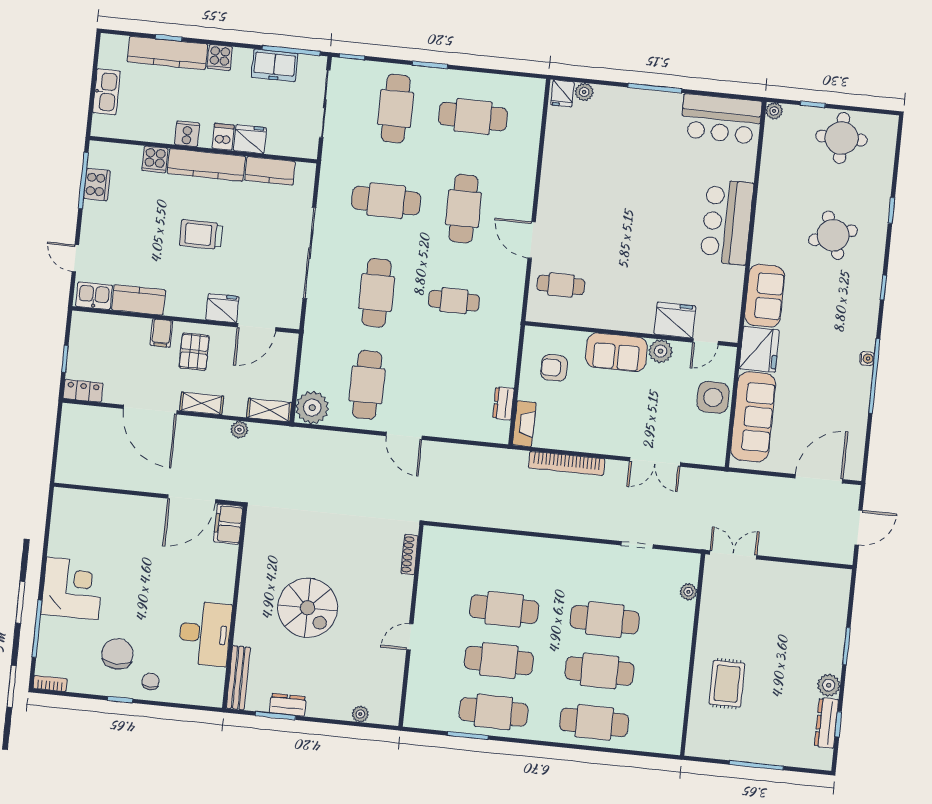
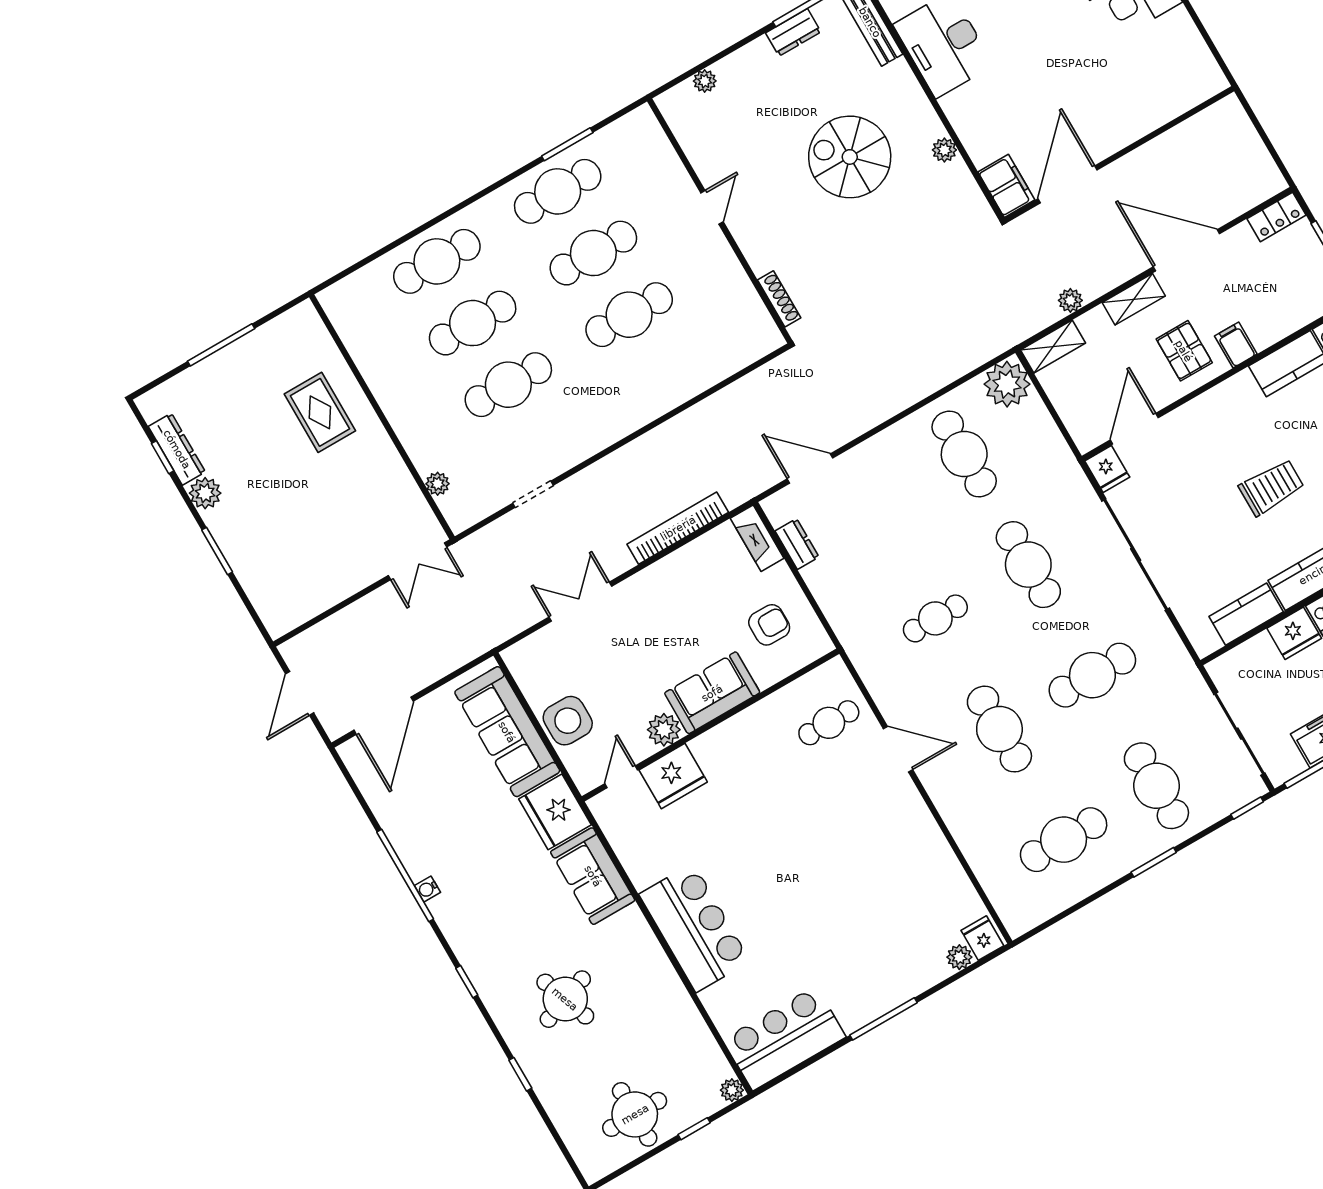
fridge: (222, 308) -> (1107, 469), moved, width x0.72
door: (404, 436) -> (810, 468), moved
plant: (249, 572) -> (944, 150), added

